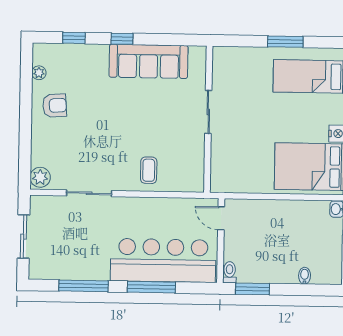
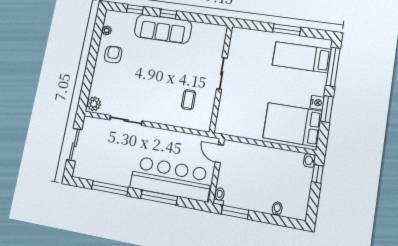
sofa: (149, 61) -> (163, 29), moved
armchair: (55, 106) -> (113, 54), turned -87
coffee table: (149, 170) -> (189, 100), moved

